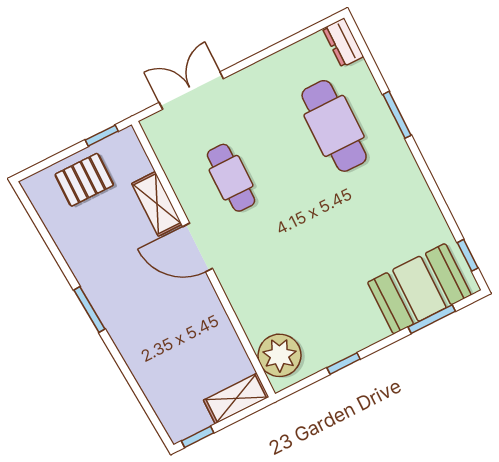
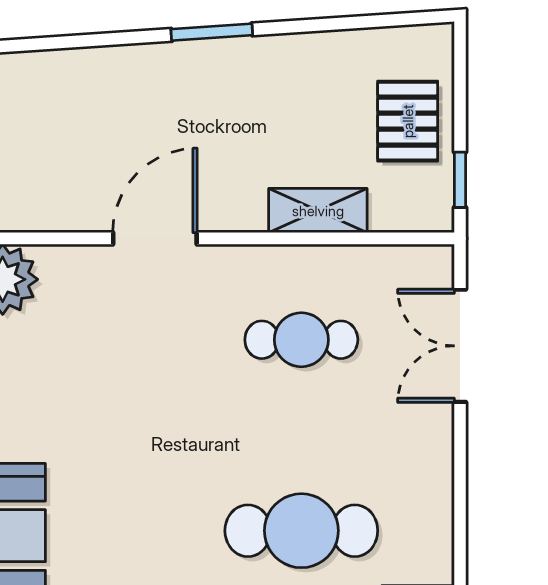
double door: (191, 91) -> (460, 346), swing flipped
door: (198, 248) -> (155, 238), moved

